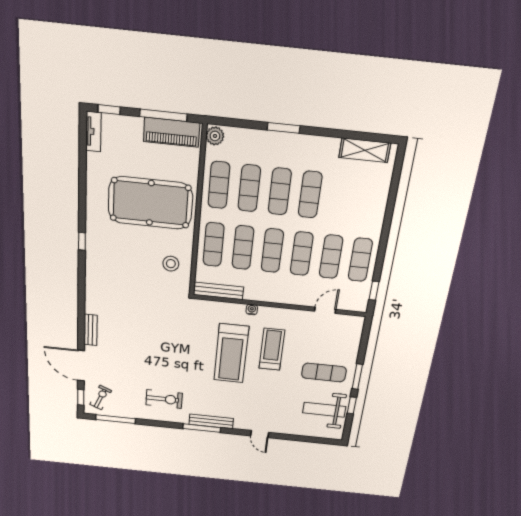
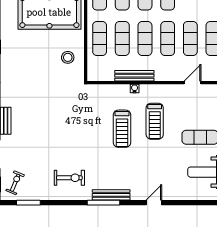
bench: (218, 291) -> (134, 76), moved
treadmill: (272, 349) -> (155, 121), turned 180
treadmill: (231, 353) -> (122, 129), width x0.73, depth x0.73
window: (115, 419) -> (28, 203), width x0.69
door: (260, 434) -> (154, 203), swing flipped

